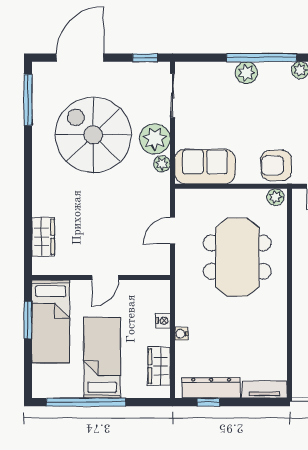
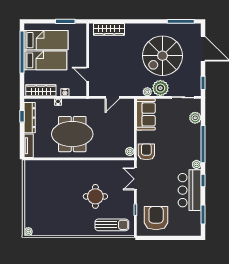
plant: (246, 73) -> (195, 118), moved
spiral stairs: (93, 135) -> (162, 56), turned 180
door: (172, 231) -> (112, 97), swing flipped
wardrobe: (43, 237) -> (109, 29), width x1.50
meeting table: (237, 257) -> (72, 134), moved
door: (105, 278) -> (88, 74), moved
bed: (51, 322) -> (46, 40), moved, turned 180
wardrobe: (159, 366) -> (41, 90), width x1.50

